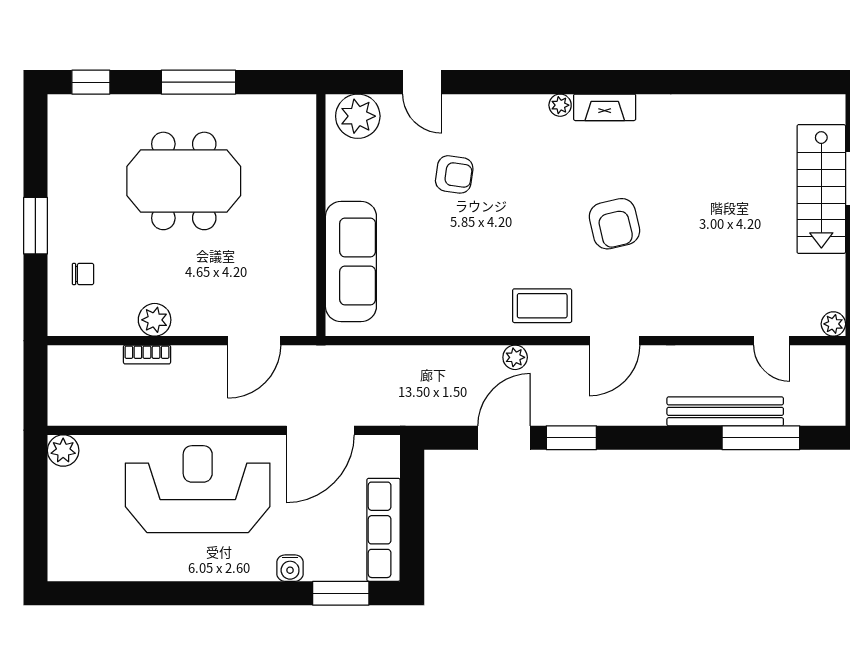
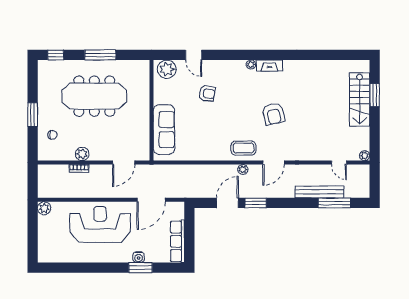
meeting table: (184, 181) -> (94, 96), width x1.36
plant: (515, 357) -> (243, 169), moved
window: (341, 593) -> (141, 268), moved

